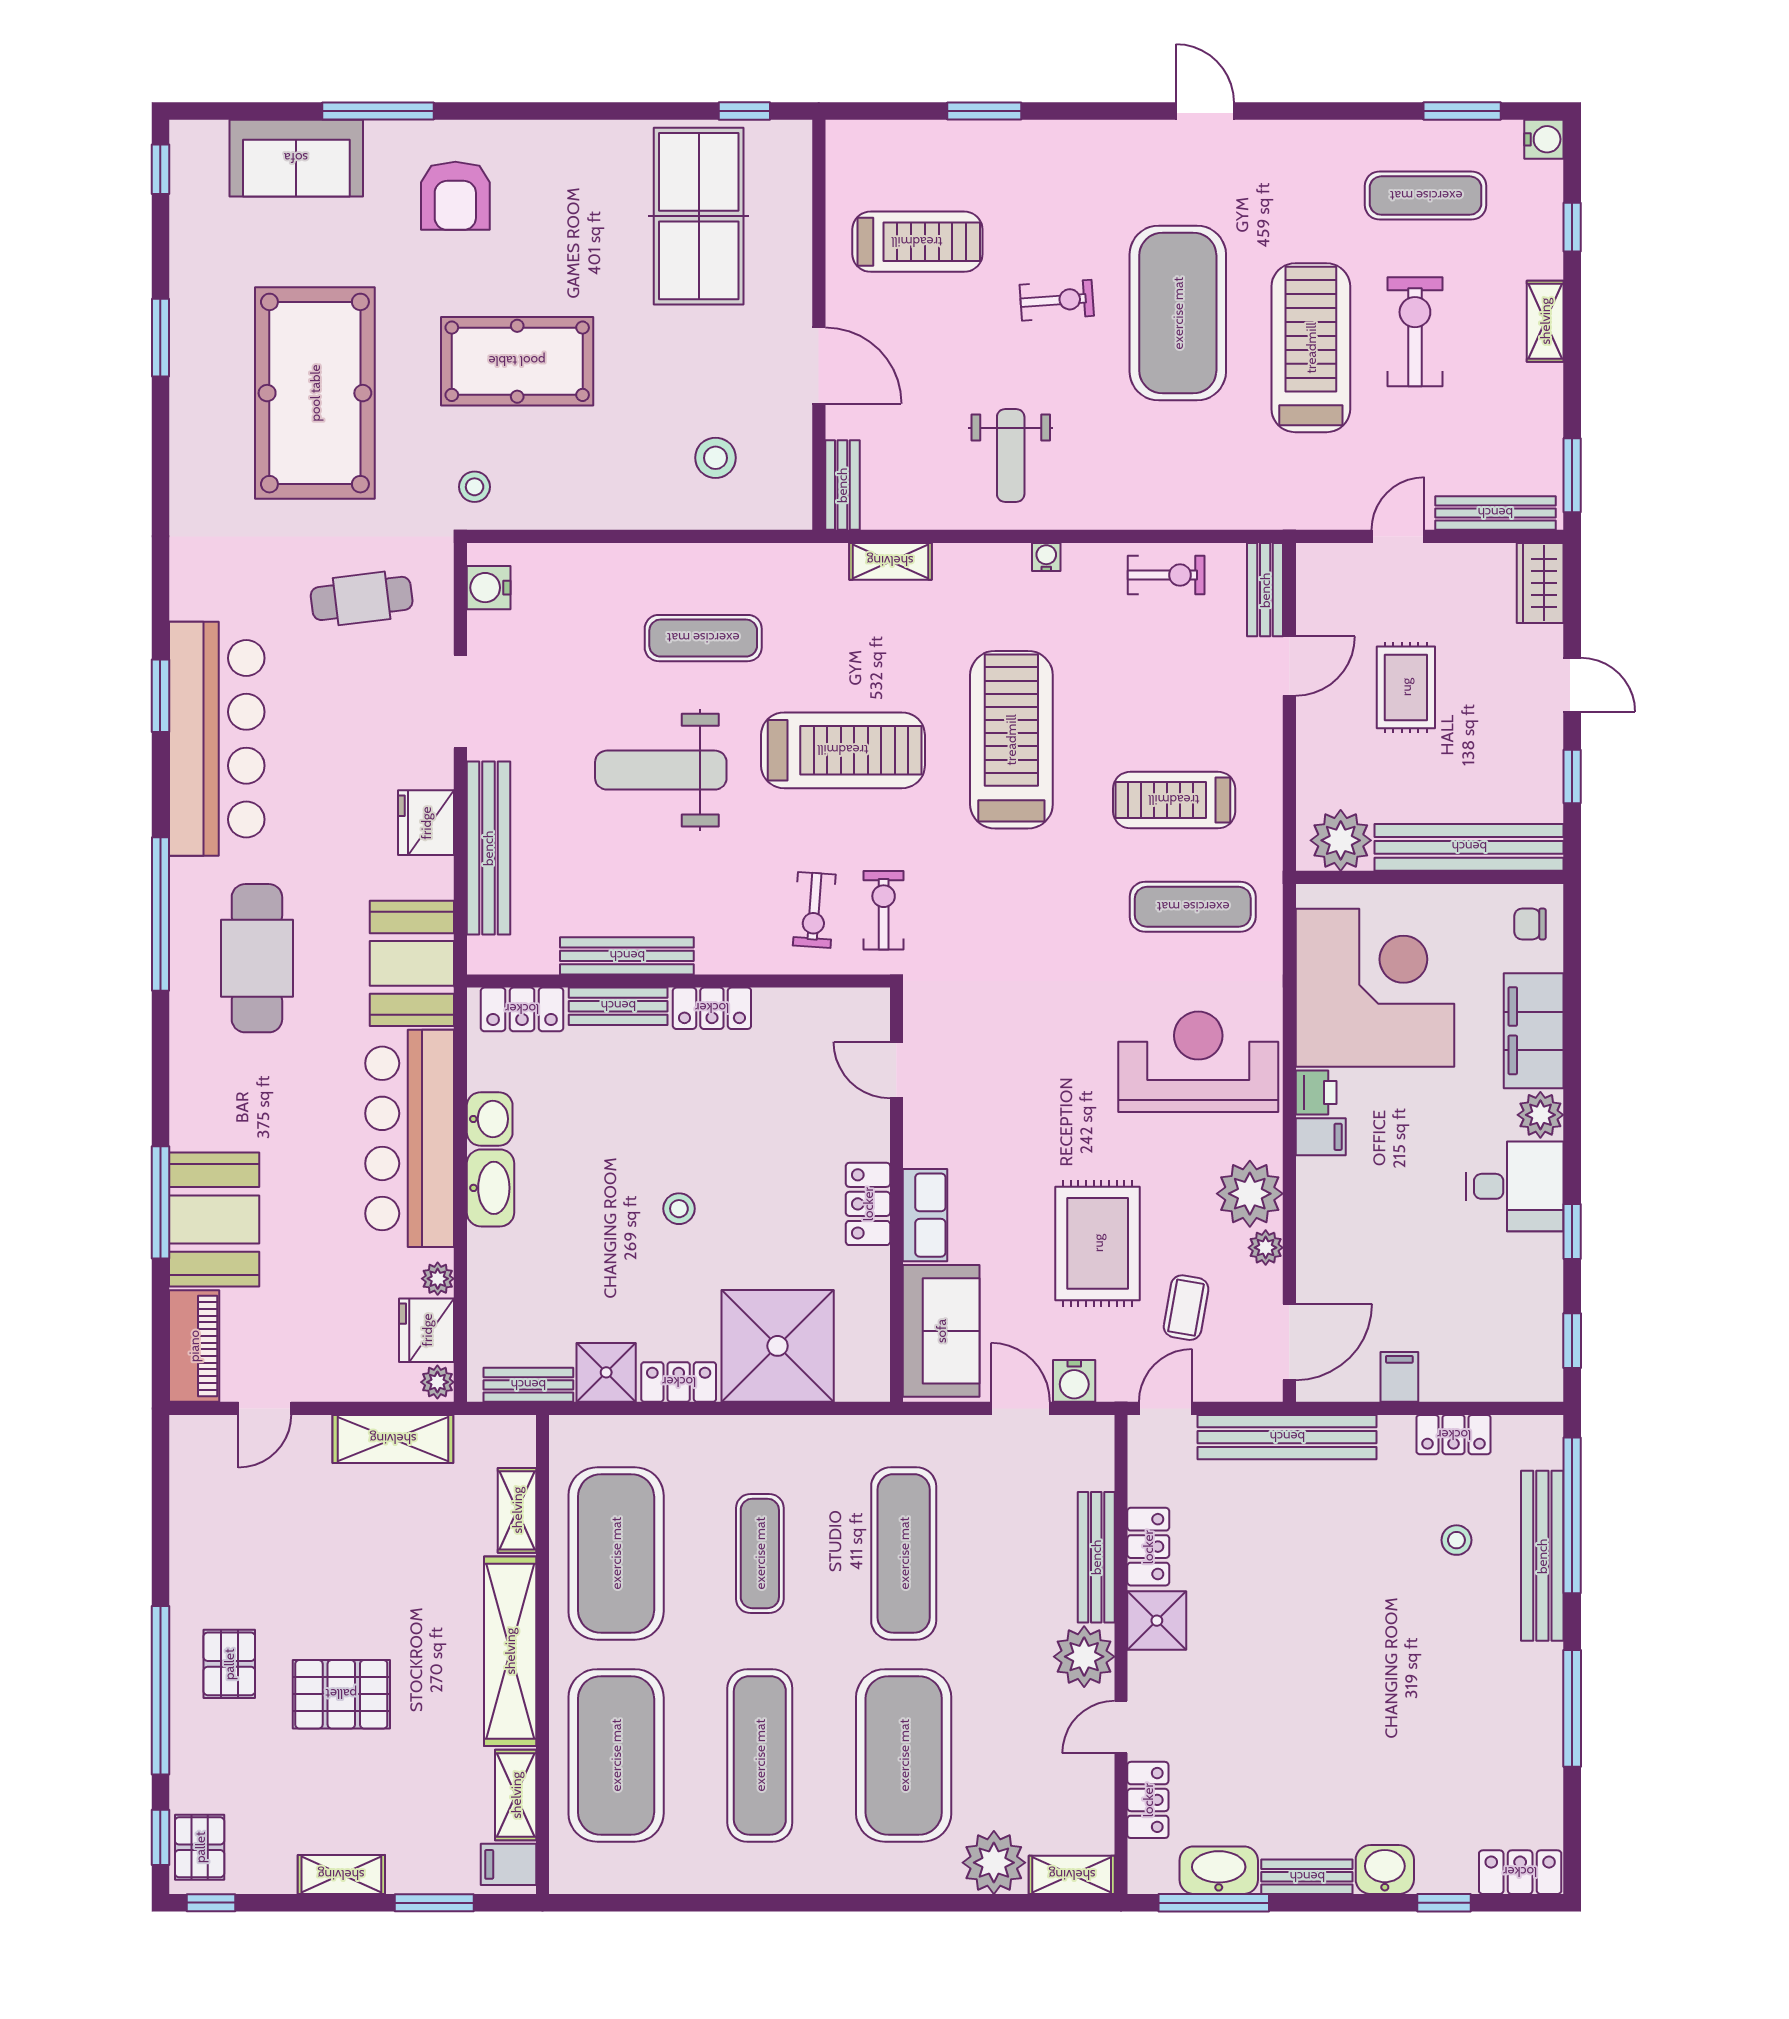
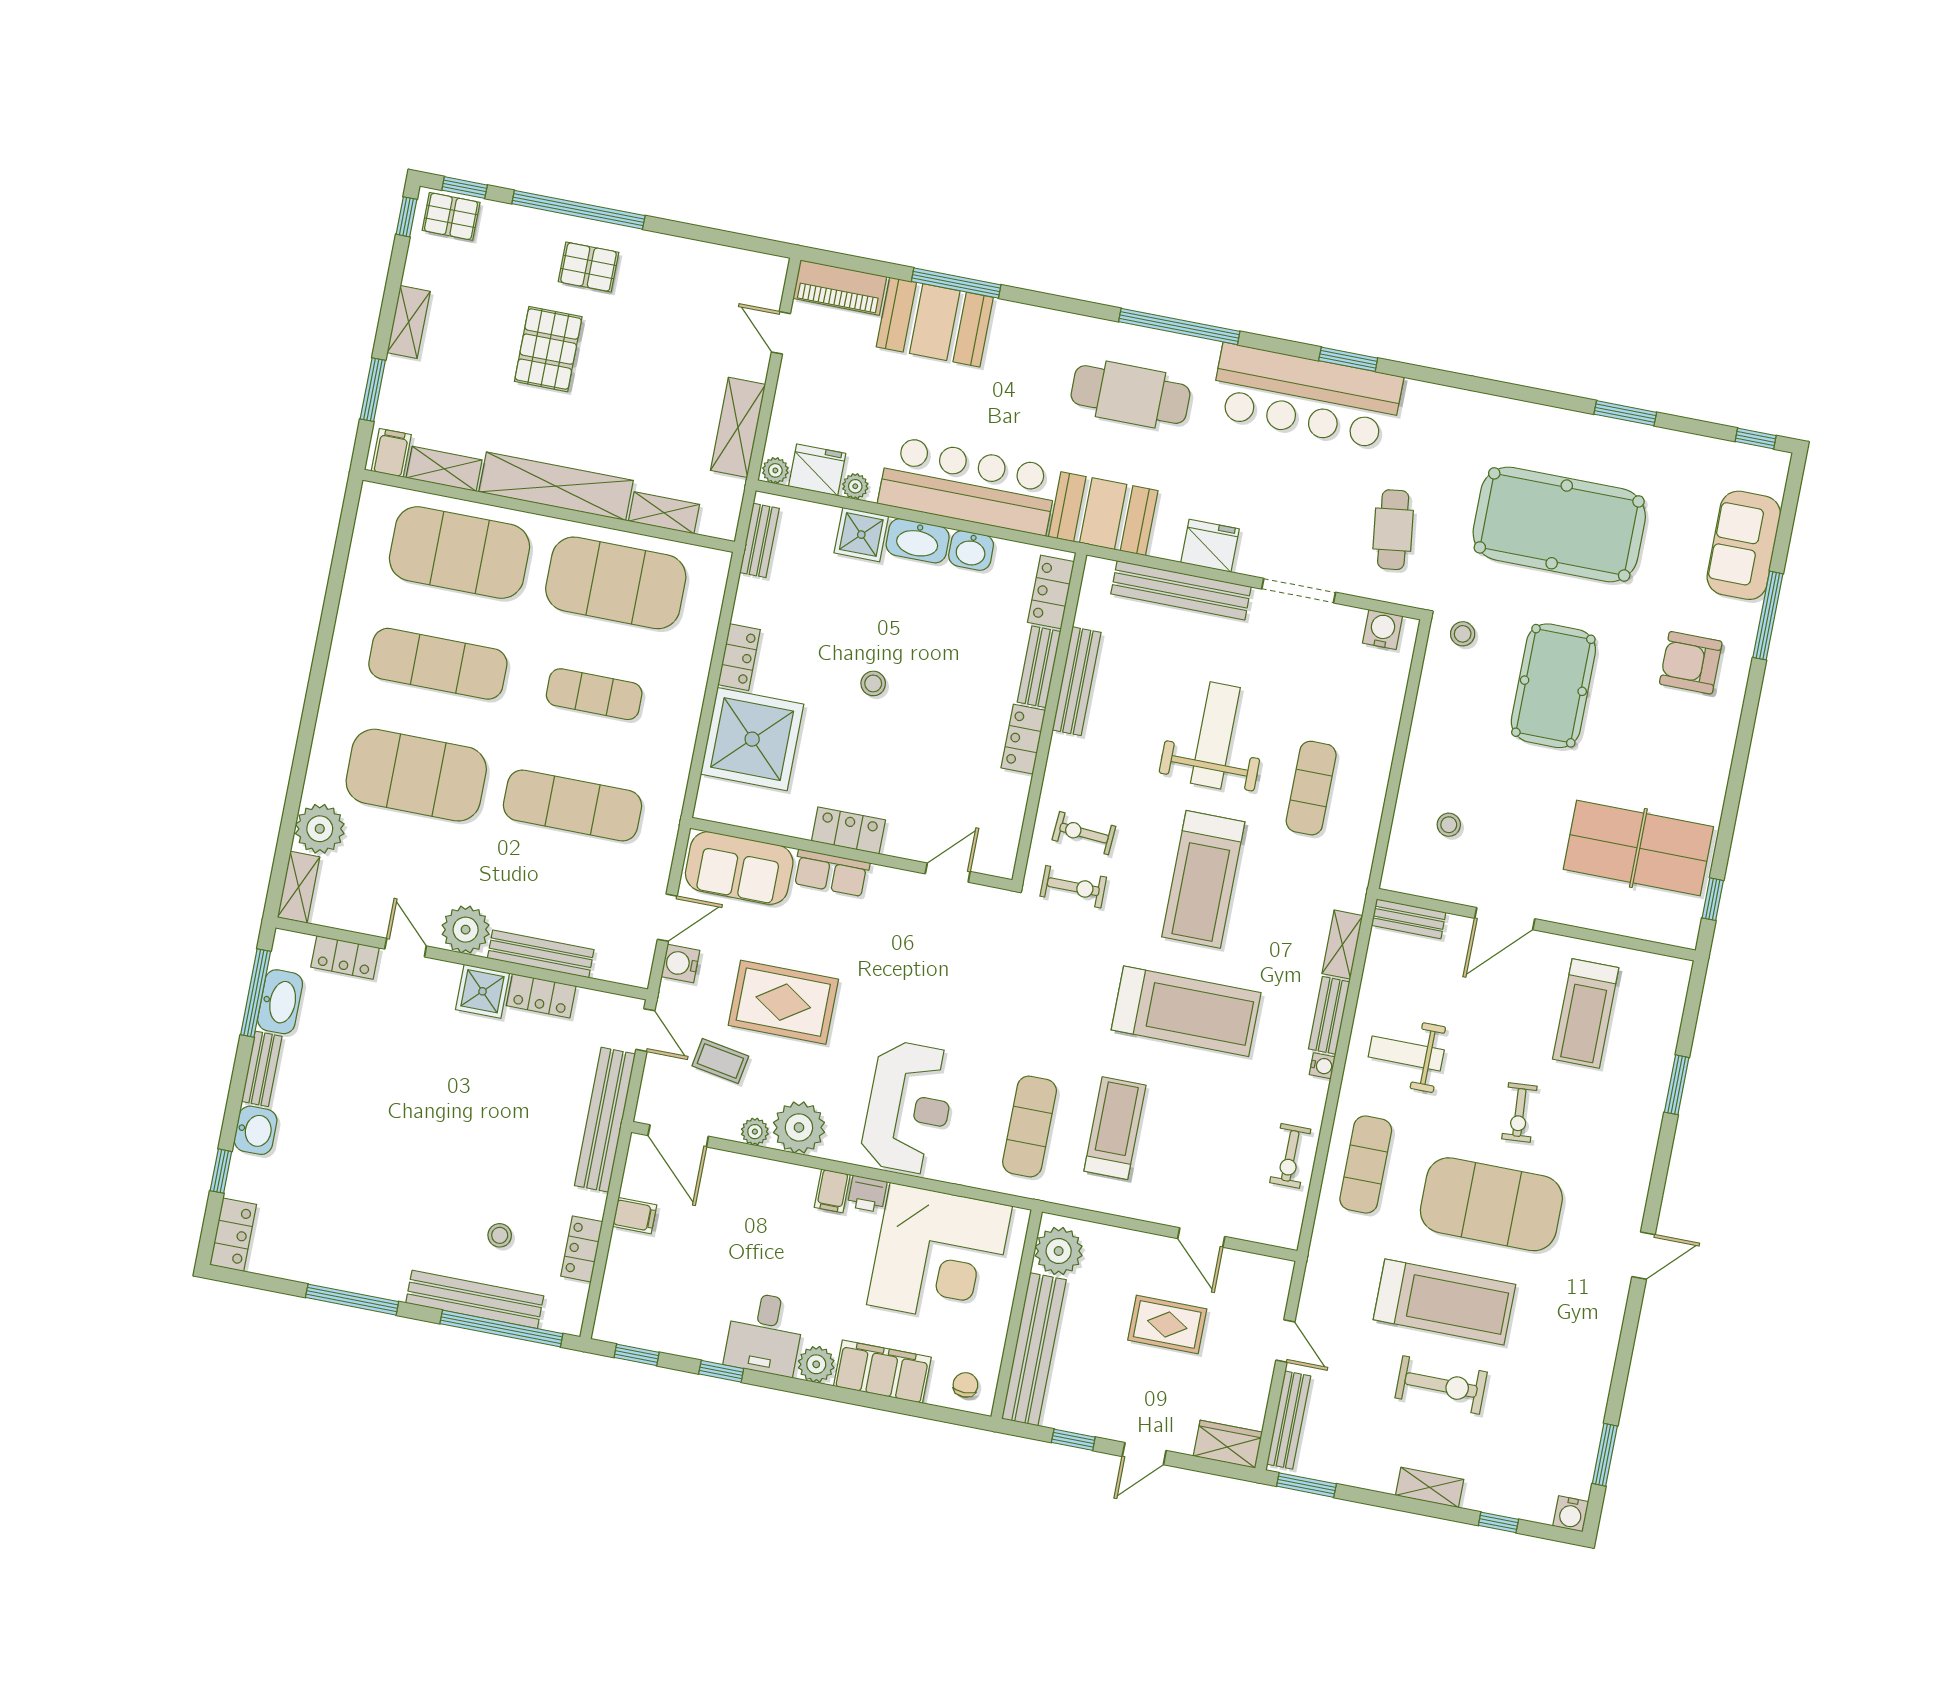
exercise mat: (1426, 196) -> (1366, 1164), moved
stool: (716, 458) -> (1449, 825), width x0.73, depth x0.73
bench: (1265, 590) -> (1329, 1015), moved, turned 90
shower: (606, 1372) -> (861, 535), moved

